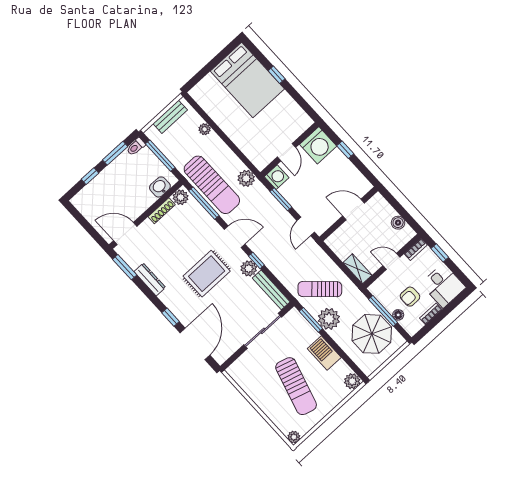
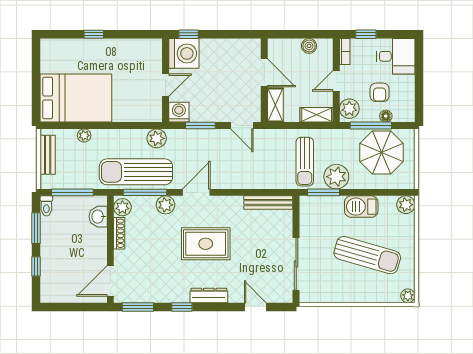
bed: (247, 80) -> (76, 98), moved
window: (345, 150) -> (189, 34), moved
door: (286, 152) -> (166, 85), hinge flipped
sun lounger: (212, 185) -> (136, 172), turned 180
door: (354, 210) -> (264, 73), swing flipped
shelving: (339, 236) -> (275, 105), added
window: (256, 261) -> (233, 192), removed
plant: (249, 268) -> (165, 205), moved
rug: (207, 274) -> (206, 244), turned 90
dresser: (150, 279) -> (209, 295), moved
plant: (381, 287) -> (349, 109), added
sun lounger: (320, 289) -> (305, 162), turned -43
bookcase: (431, 314) -> (410, 88), removed
window: (170, 317) -> (182, 307), moved
sliding door: (263, 331) -> (296, 264), moved
door: (195, 344) -> (255, 307), width x0.53

